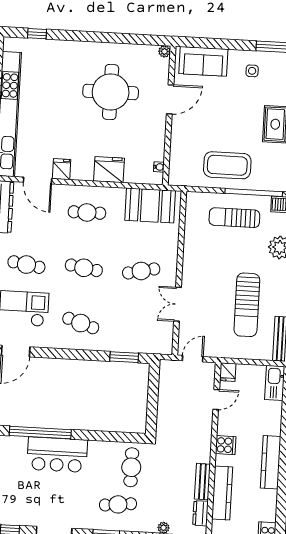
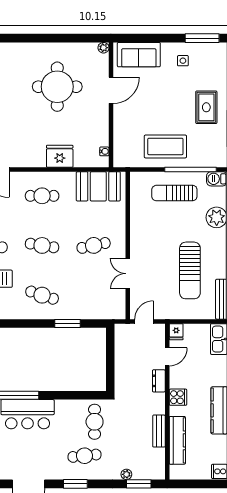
fridge: (62, 169) -> (17, 158), removed
window: (124, 357) -> (68, 324), moved
dresser: (200, 513) -> (159, 381), moved

